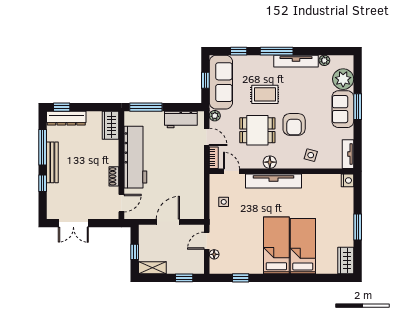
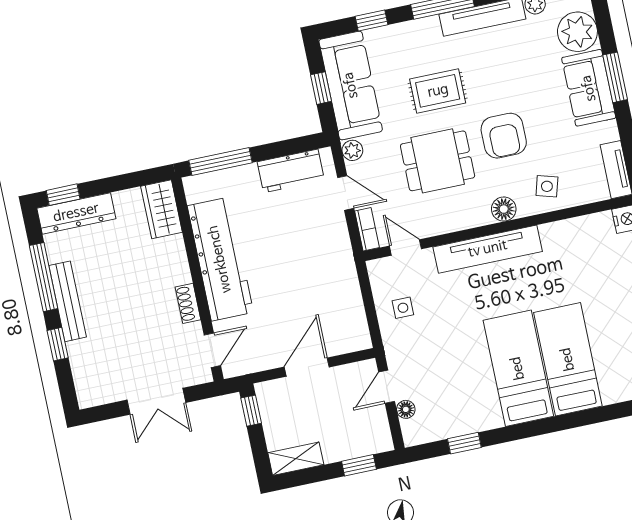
floor lamp: (270, 162) -> (504, 209), moved
double door: (73, 223) -> (156, 401), moved
window: (135, 252) -> (251, 411), moved

